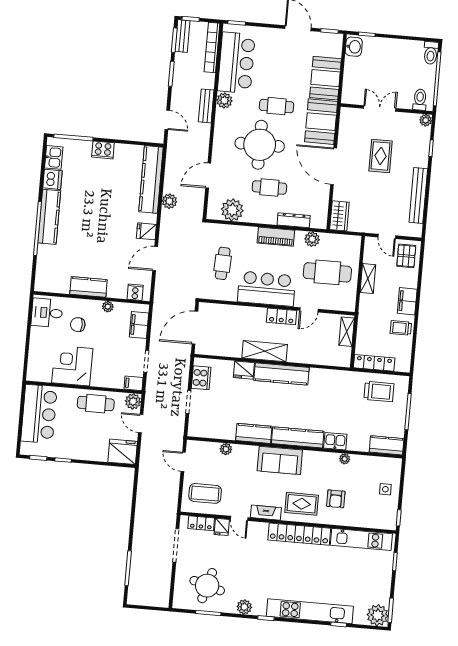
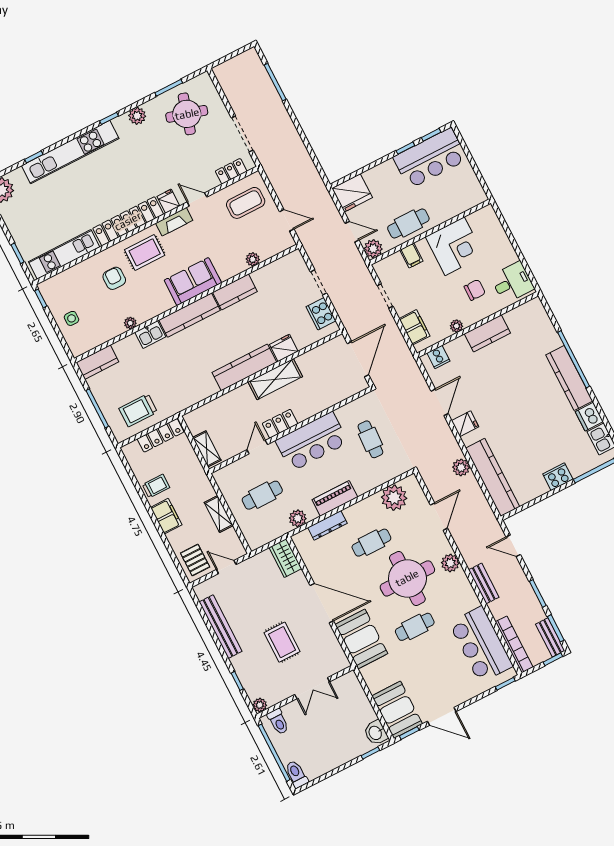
booth: (325, 78) -> (397, 710), moved
plant: (224, 100) -> (450, 563), moved
cafe table: (327, 272) -> (262, 495), width x0.73, depth x0.74
filing cabinet: (134, 383) -> (411, 255), moved, turned 90
bar counter: (39, 414) -> (430, 158), moved, turned -90
fridge: (222, 527) -> (168, 201), moved

